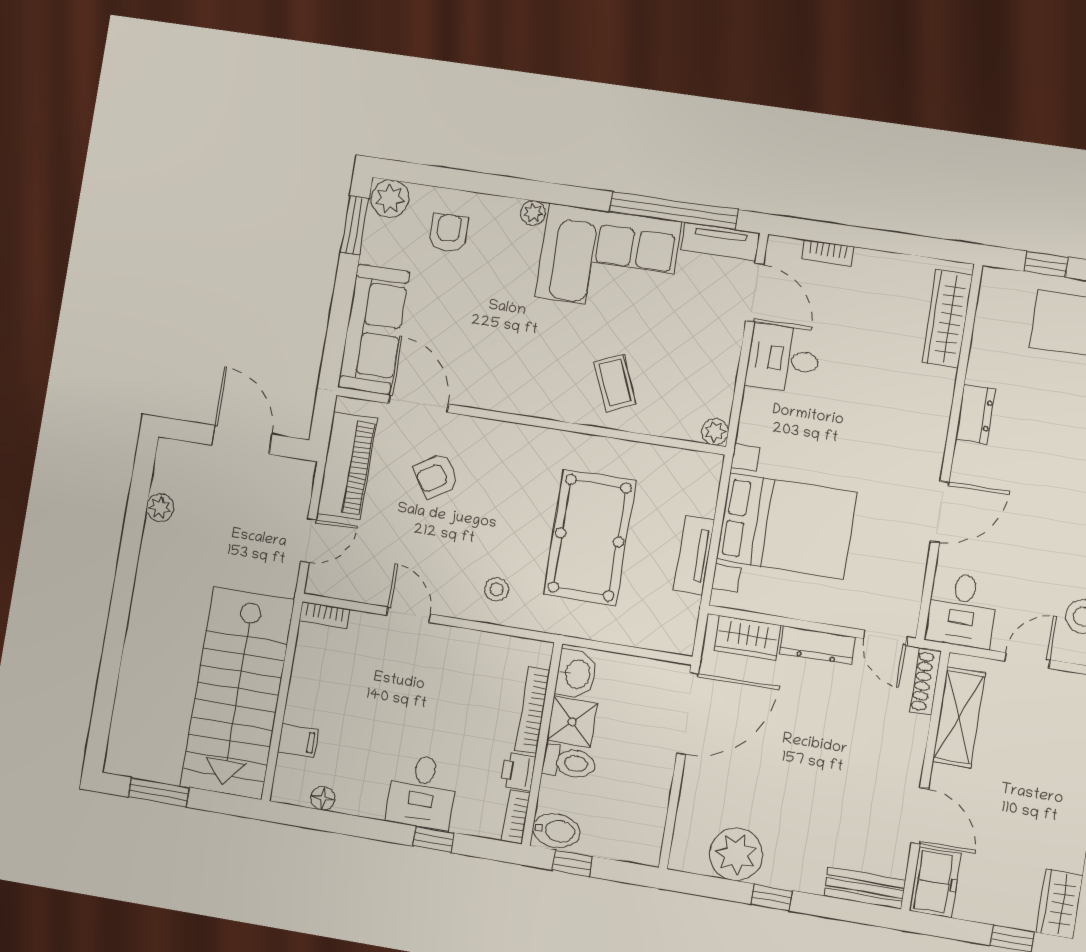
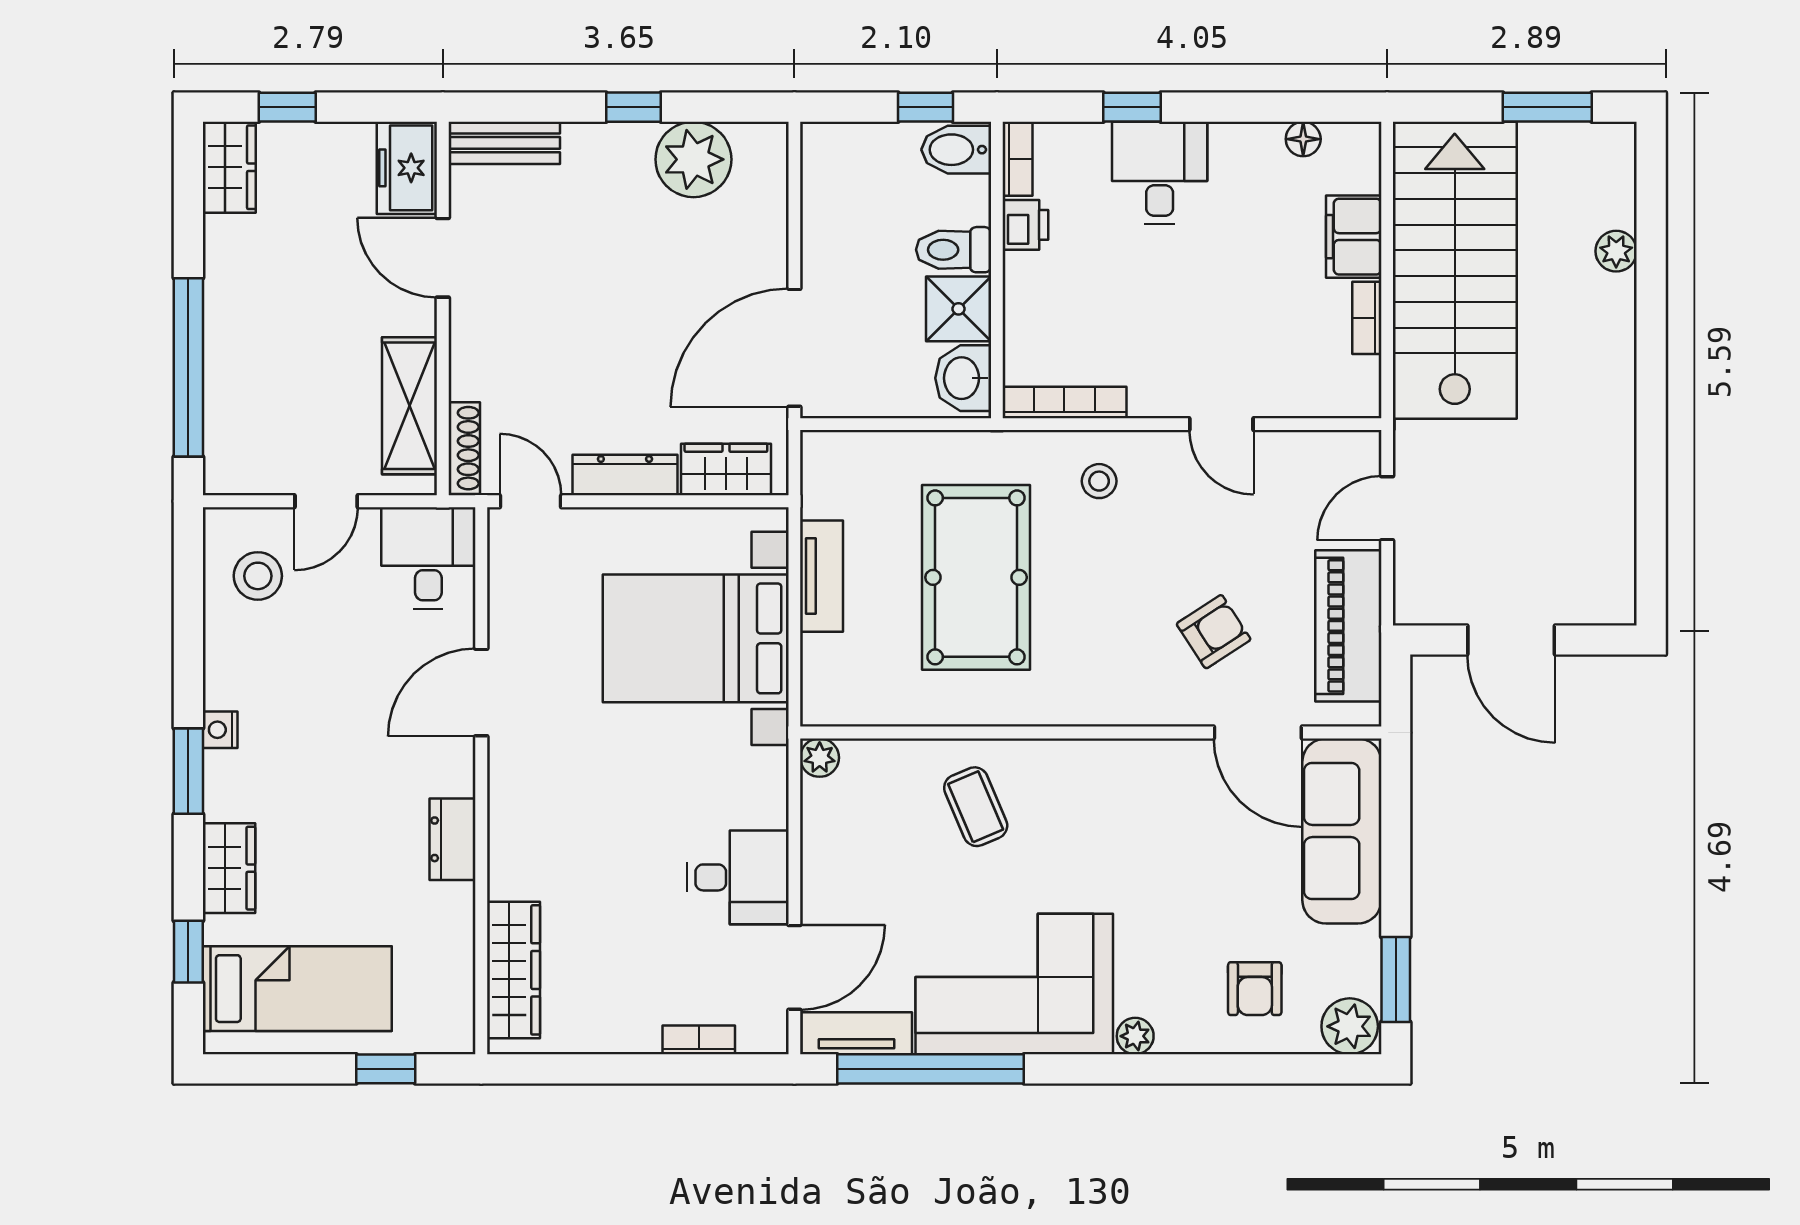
door: (755, 292) -> (794, 967), swing flipped
plant: (160, 508) -> (1616, 251), moved
bookcase: (325, 615) -> (1367, 318), moved, turned -90
bookcase: (532, 710) -> (1064, 403), moved, turned -90
filing cabinet: (298, 741) -> (1354, 237), width x2.00

